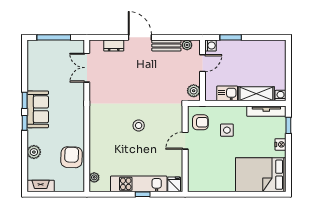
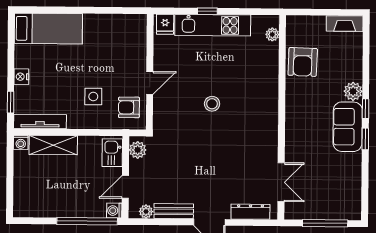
window: (231, 37) -> (87, 221), width x2.11
dresser: (114, 46) -> (250, 212), width x1.44
kitchen sink: (227, 93) -> (112, 153), moved, turned 90
plant: (34, 152) -> (353, 91), moved
bed: (261, 175) -> (48, 29), width x0.67

